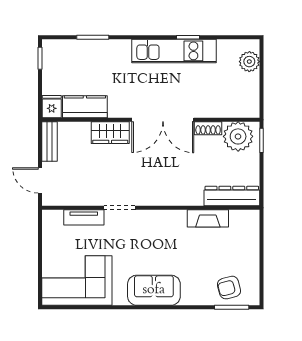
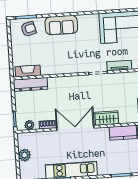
plant: (249, 62) -> (25, 155), moved
plant: (238, 136) -> (29, 125), width x0.53, depth x0.53
fireplace: (208, 218) -> (28, 71), moved
sofa: (154, 290) -> (61, 25), moved

